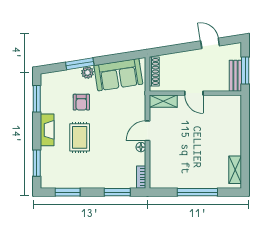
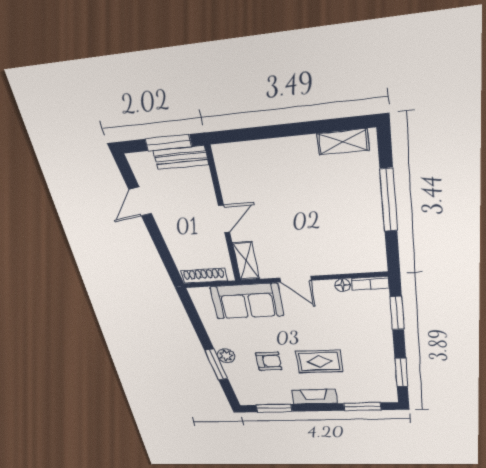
sofa: (118, 75) -> (247, 301), moved, turned 99
floor lamp: (141, 147) -> (343, 285), moved

